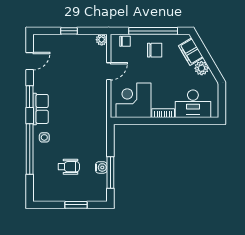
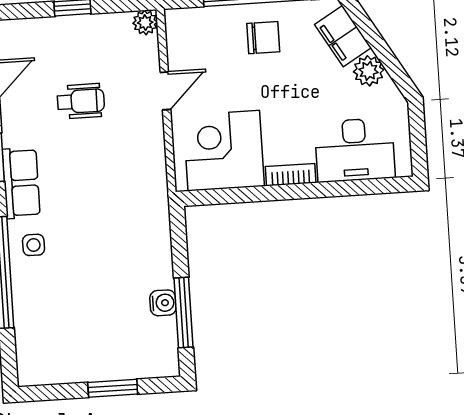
chair: (125, 41) -> (197, 22), removed
wheelchair: (69, 167) -> (81, 101), moved

